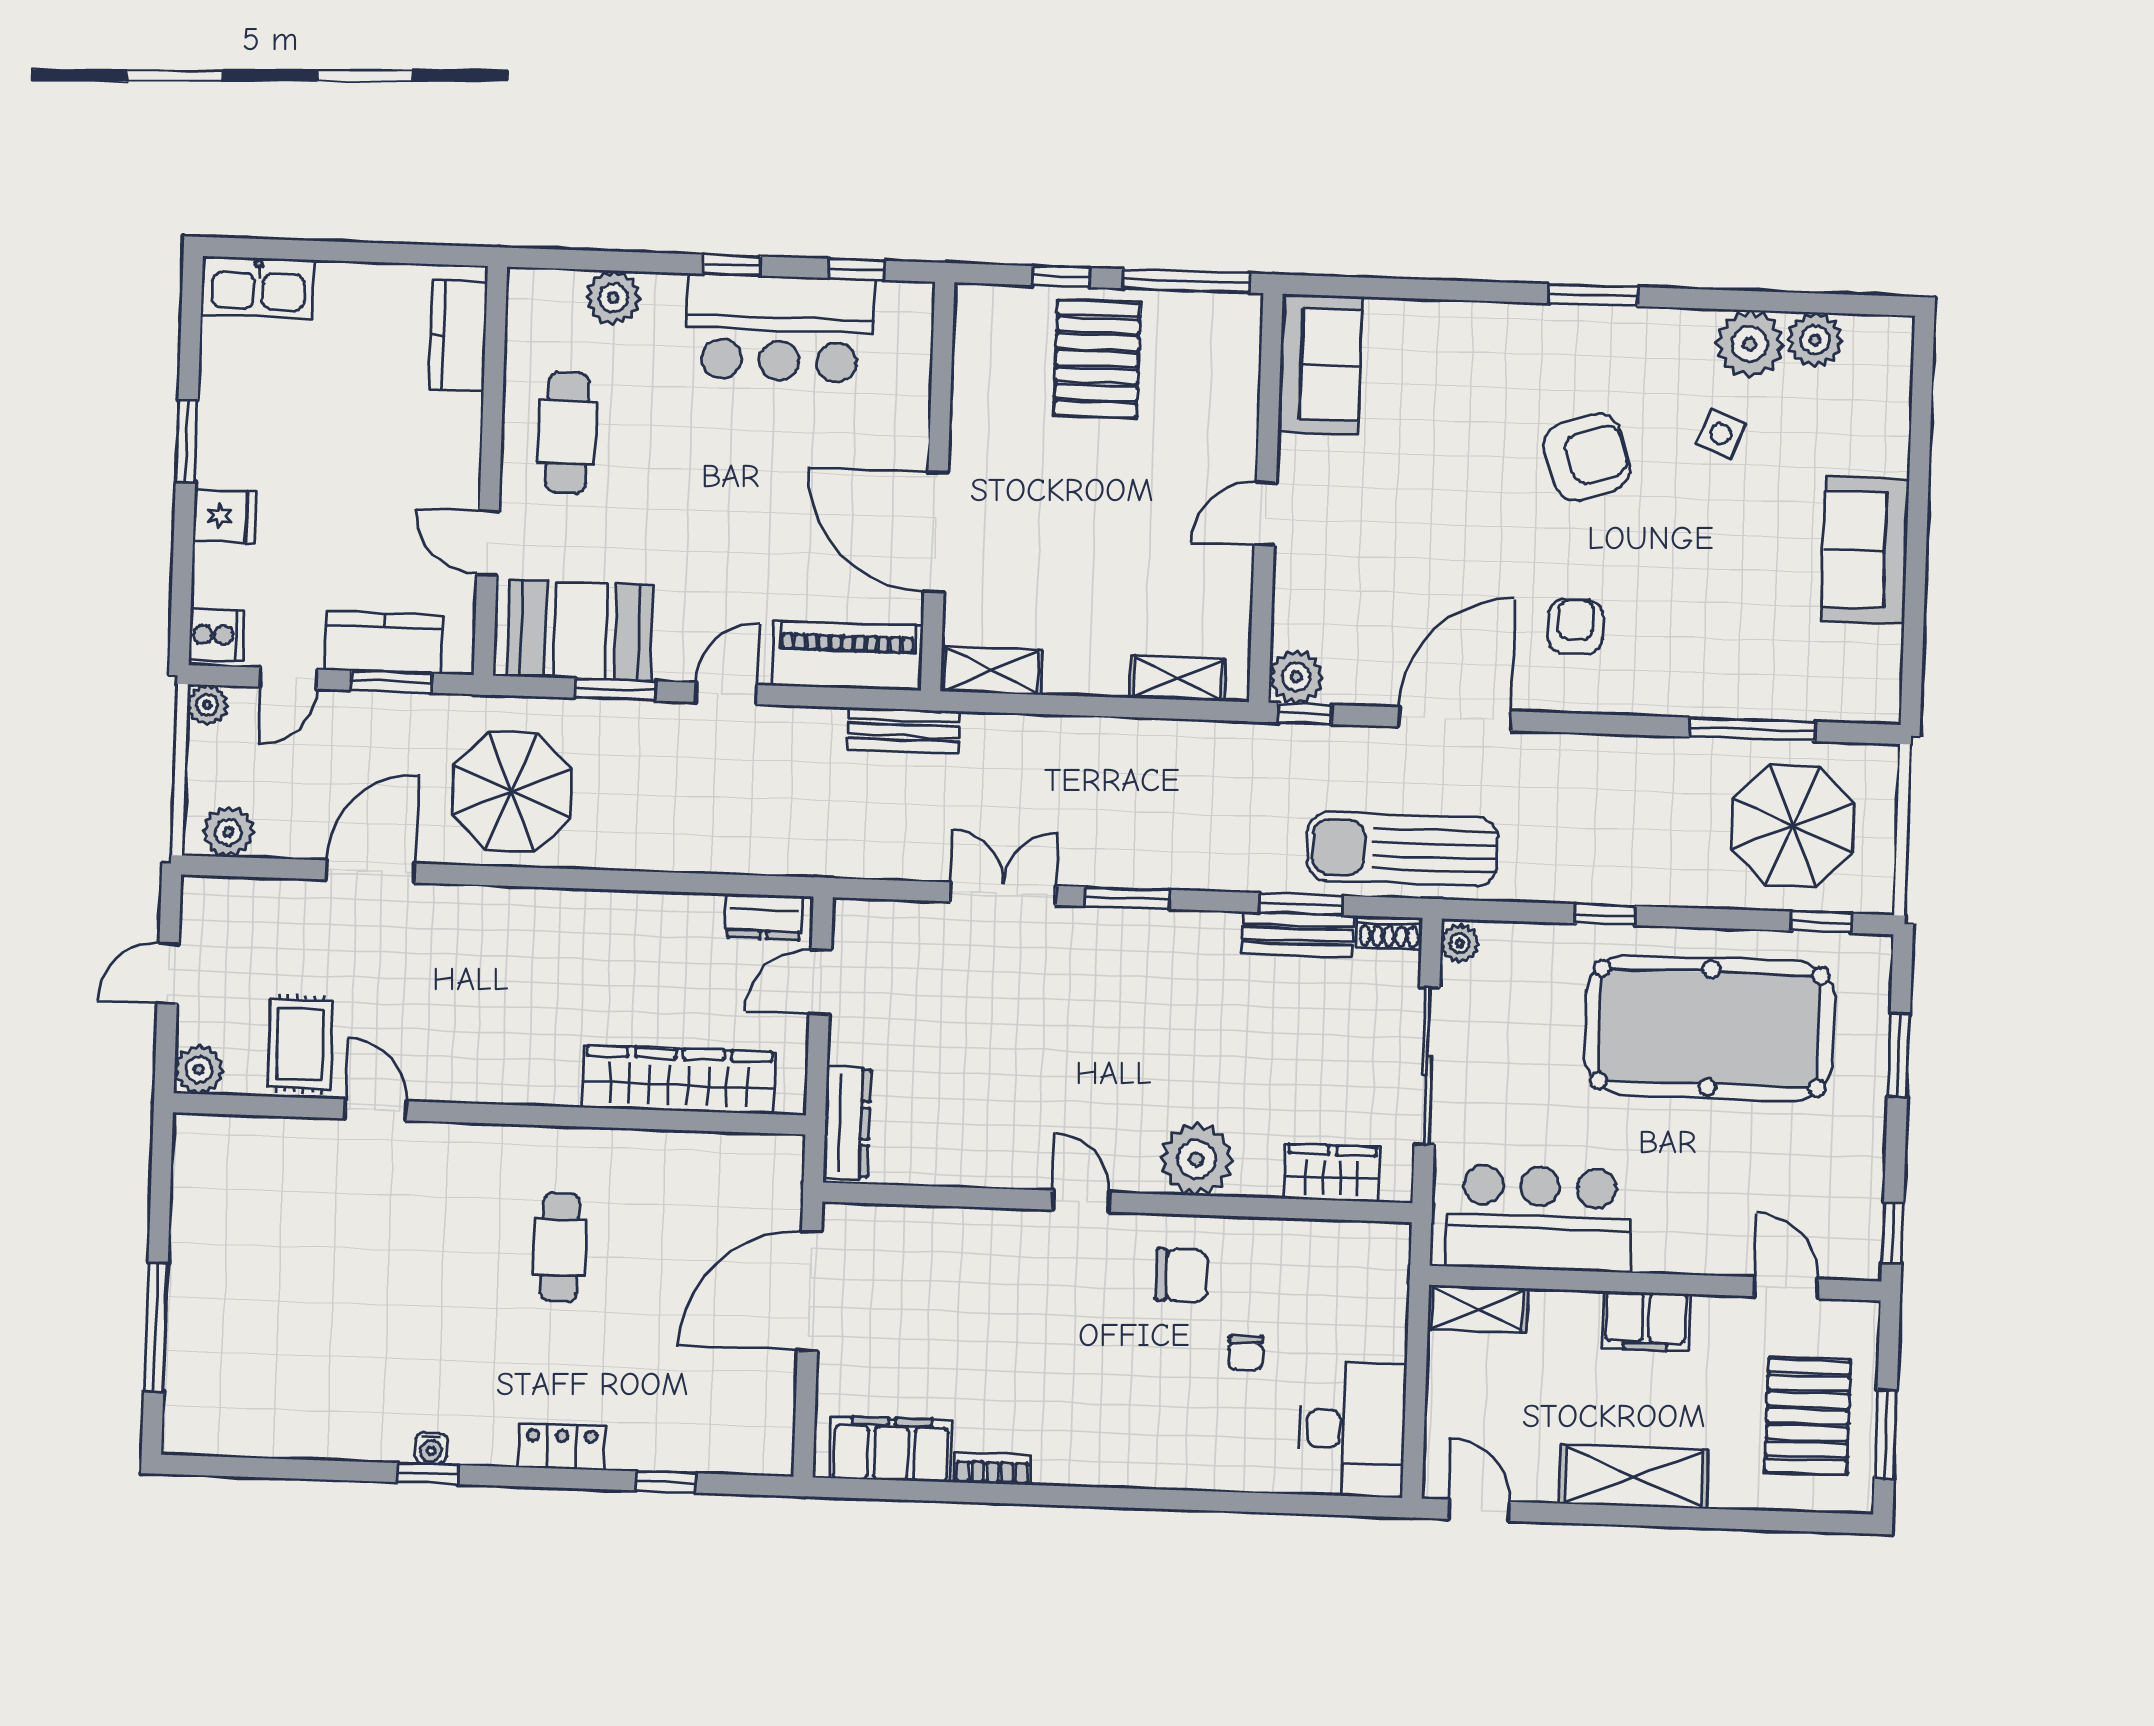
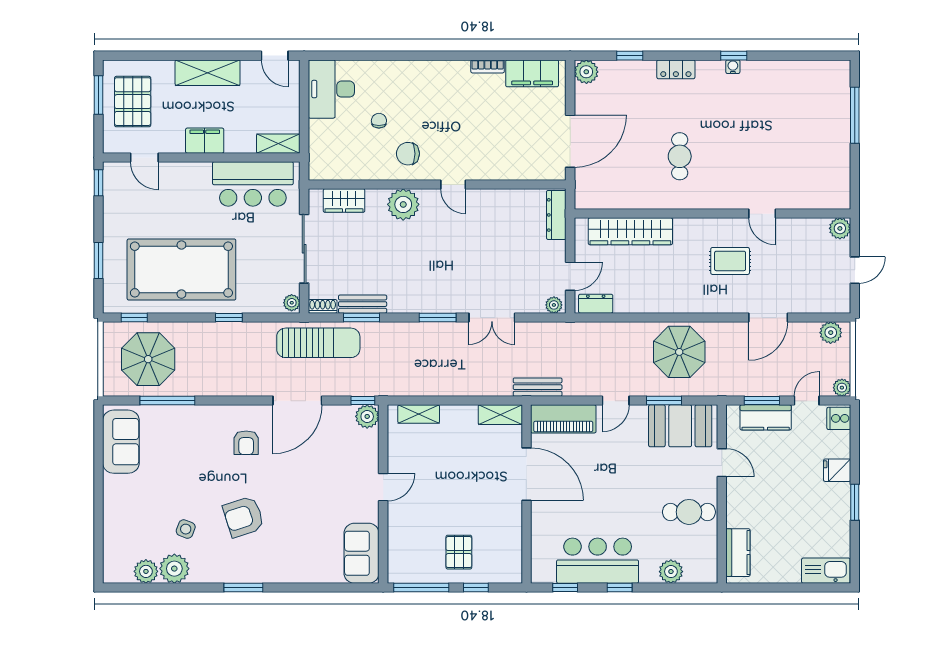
pallet: (1097, 359) -> (459, 552), width x0.67, depth x0.71
cafe table: (567, 432) -> (689, 512), turned 90
sofa: (1865, 550) -> (121, 442), moved
parasol: (511, 791) -> (679, 352), moved
plant: (860, 917) -> (554, 305), added
rug: (300, 1044) -> (730, 261), moved, turned 90
plant: (767, 1448) -> (586, 72), added

